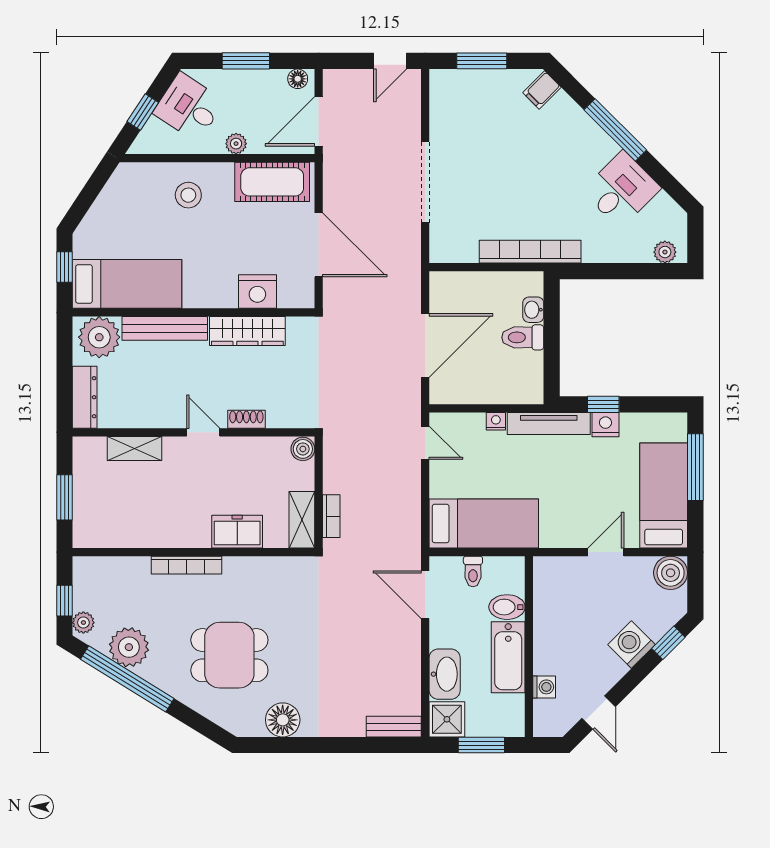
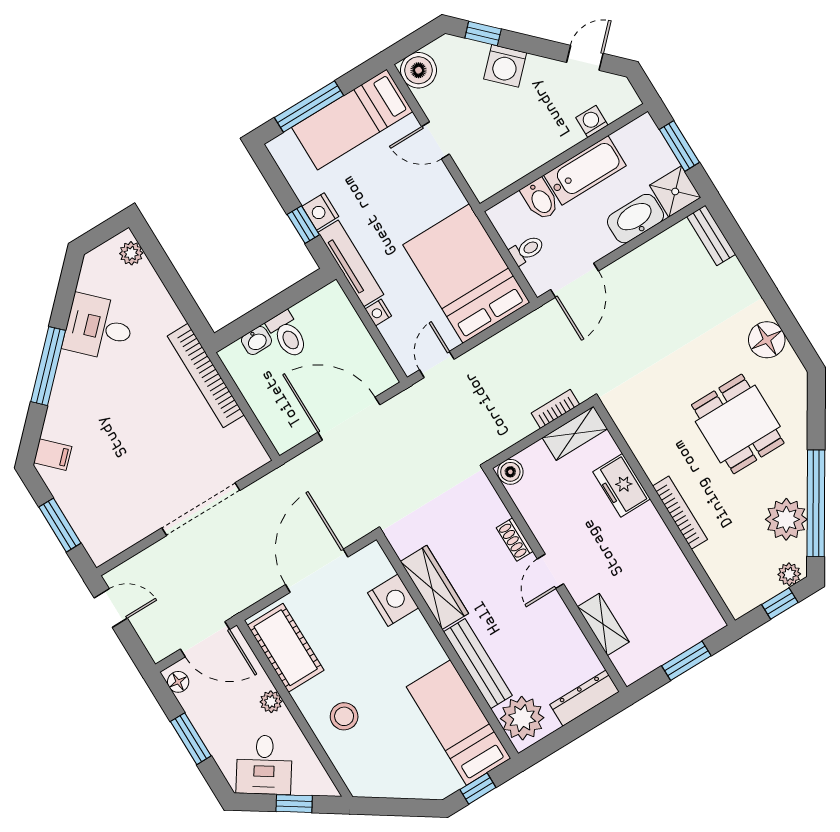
bed: (484, 523) -> (466, 274), width x1.50

